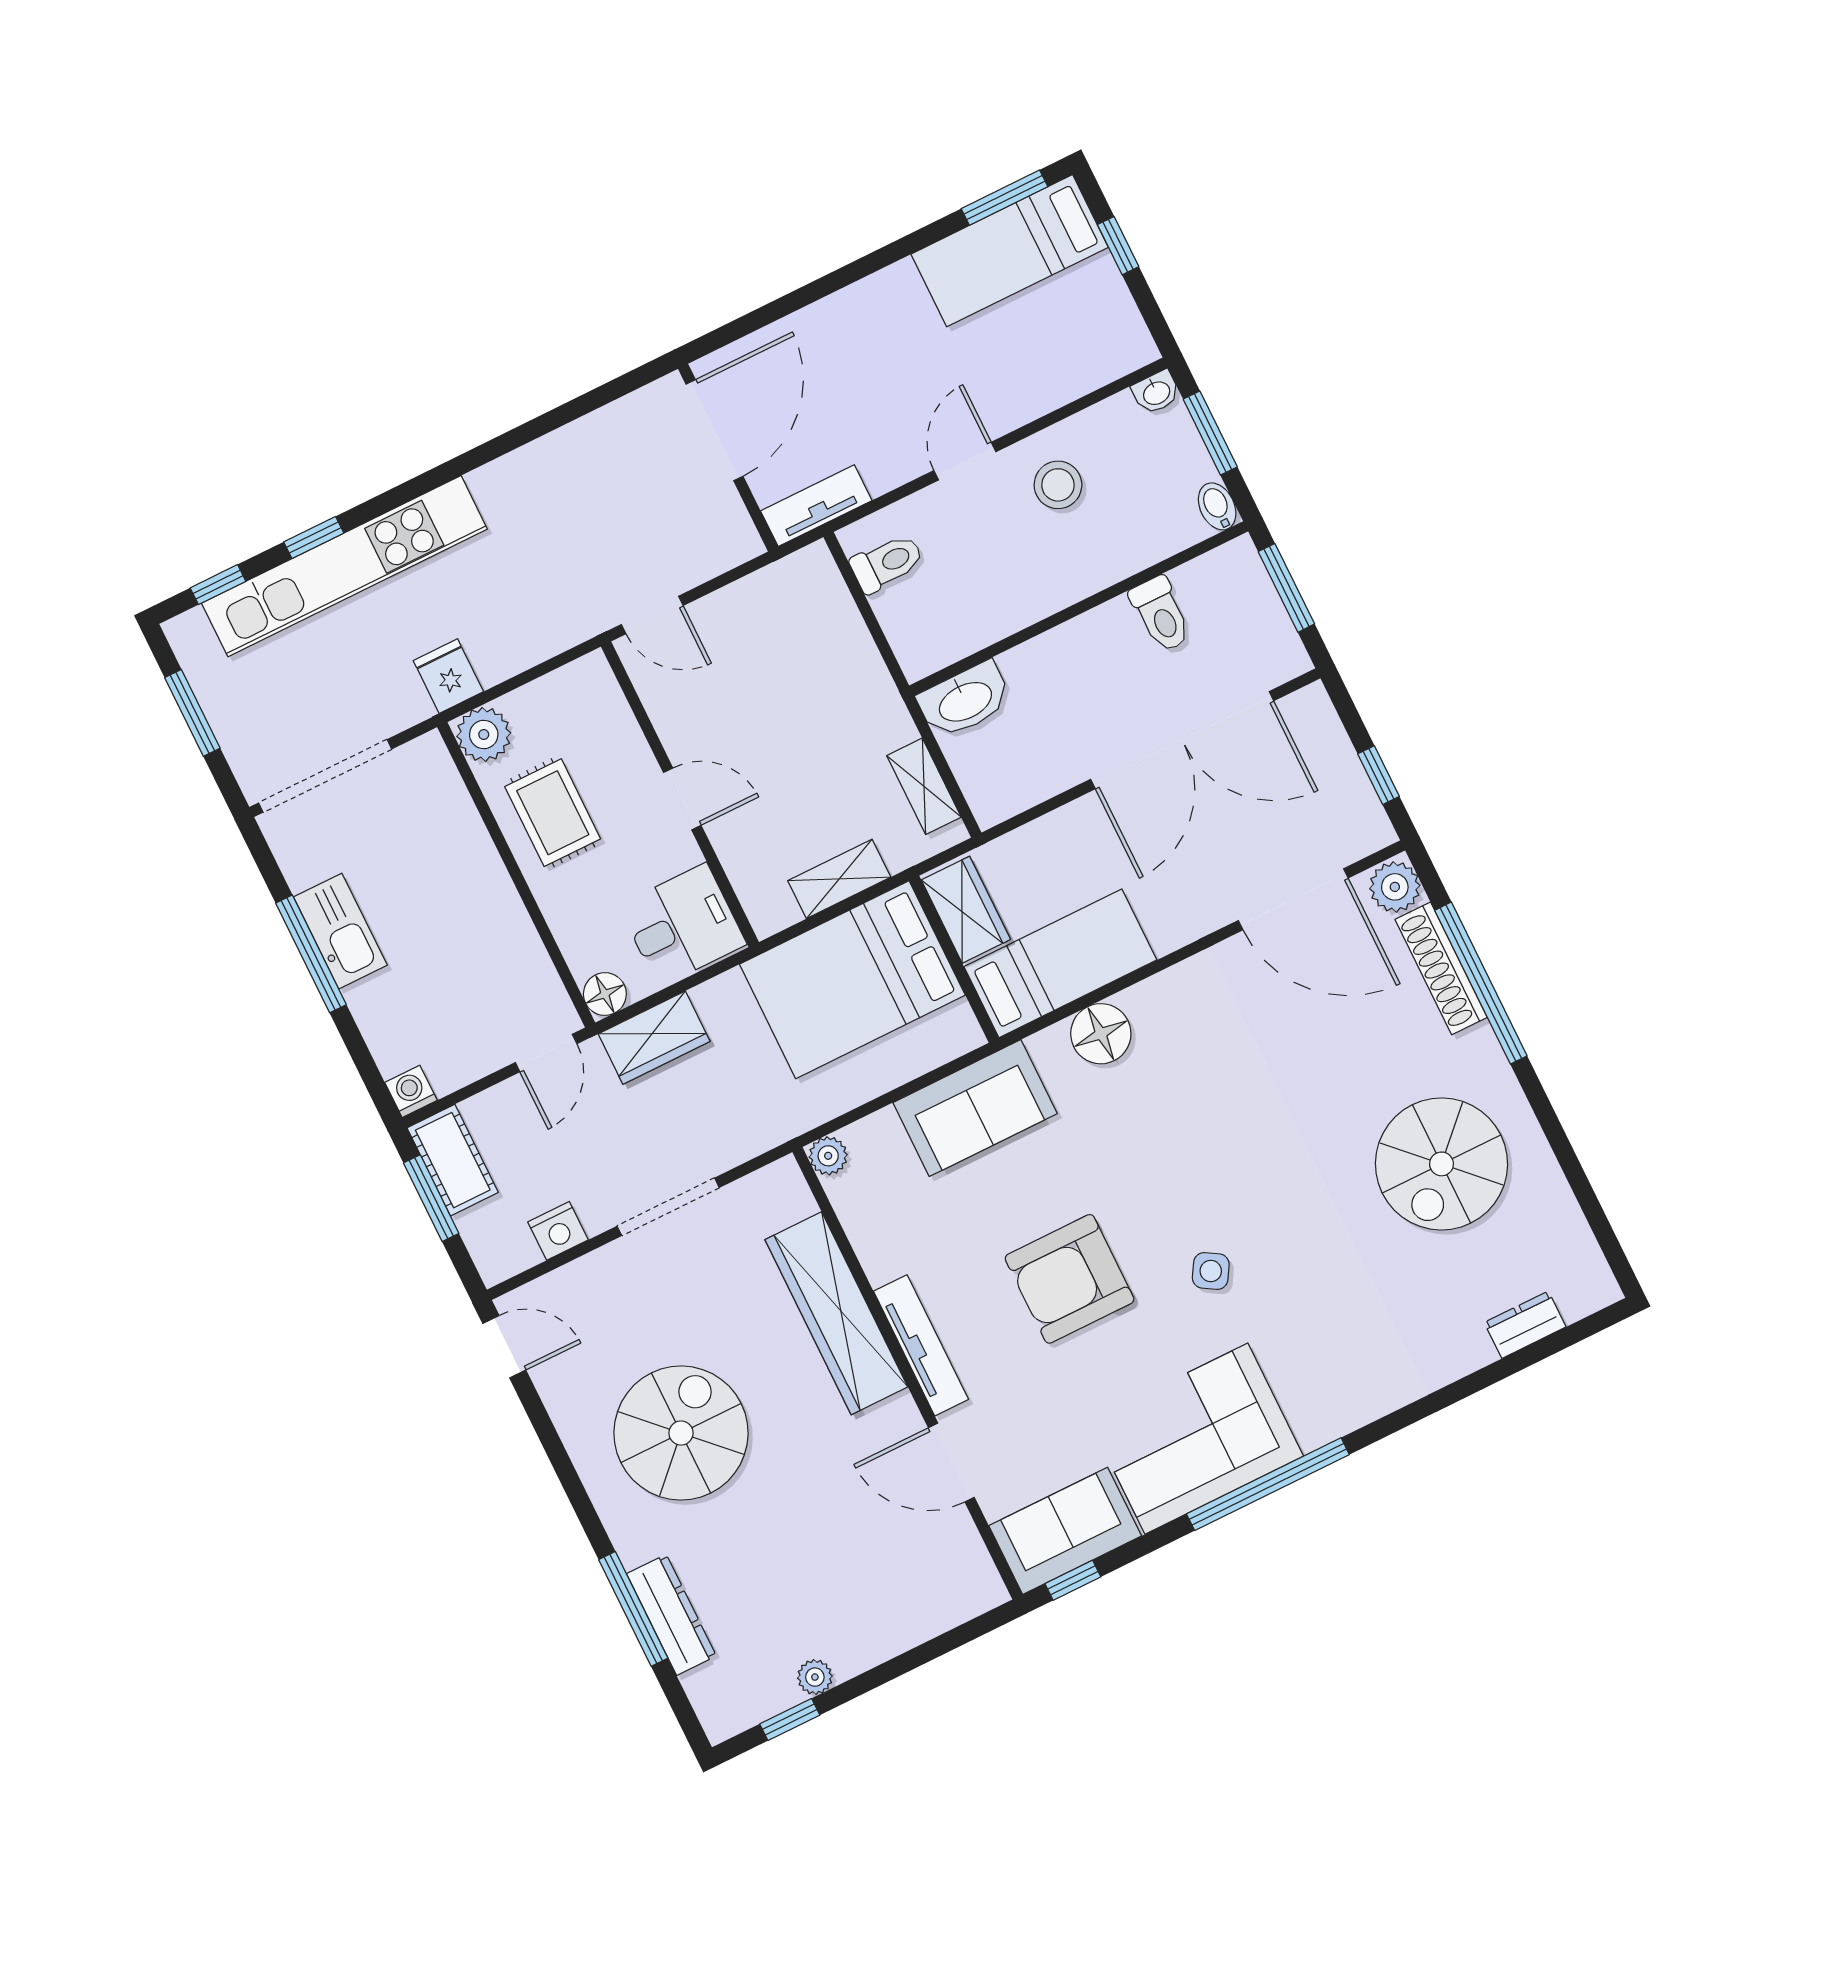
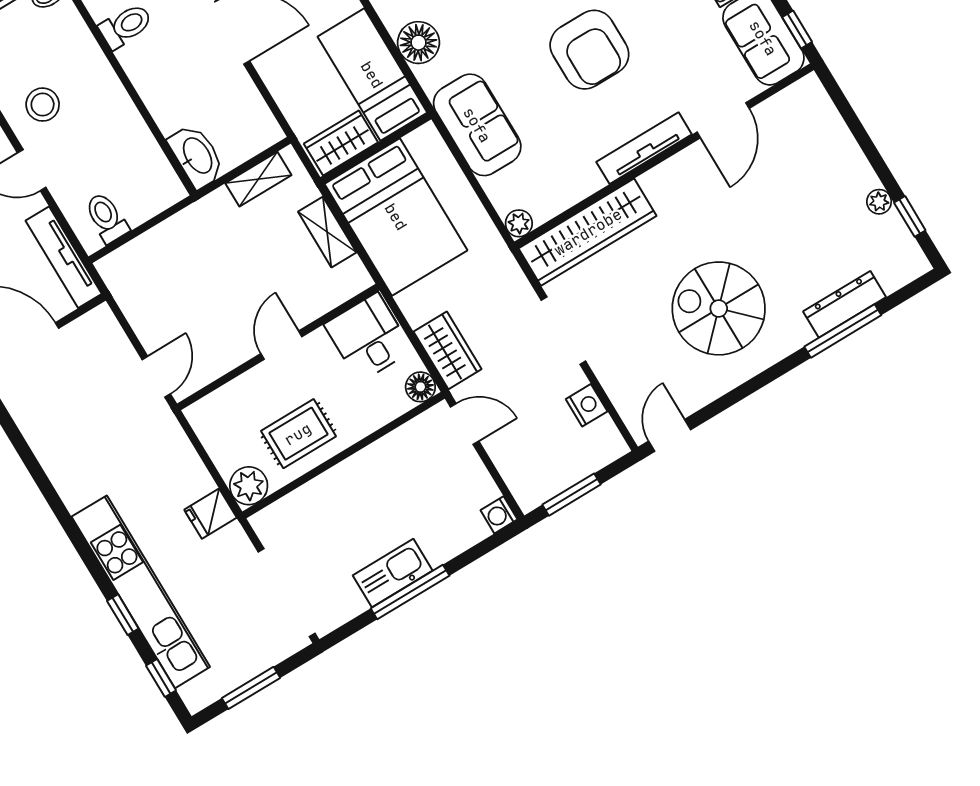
tv unit: (816, 506) -> (64, 257), width x1.41
cot: (453, 1160) -> (544, 482), removed
wardrobe: (836, 1313) -> (588, 232), moved

